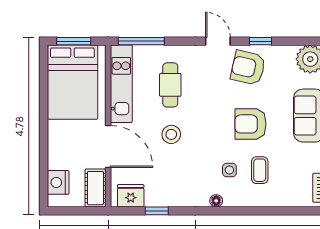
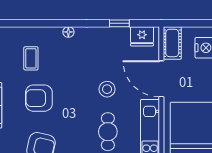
armchair: (250, 124) -> (39, 98), turned 180
side table: (229, 170) -> (57, 59), removed

